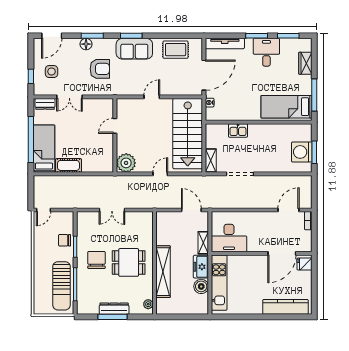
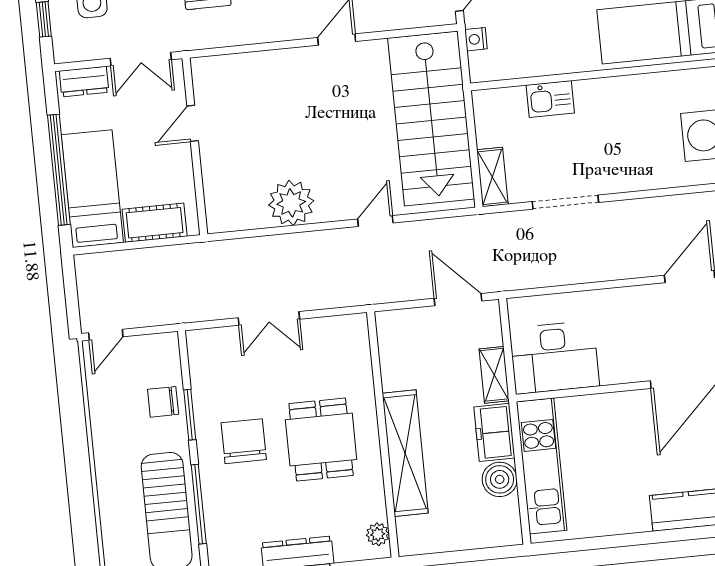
door: (115, 126) -> (193, 123), moved
wall: (115, 135) -> (195, 146), moved
dining table: (129, 262) -> (321, 440), turned 90

